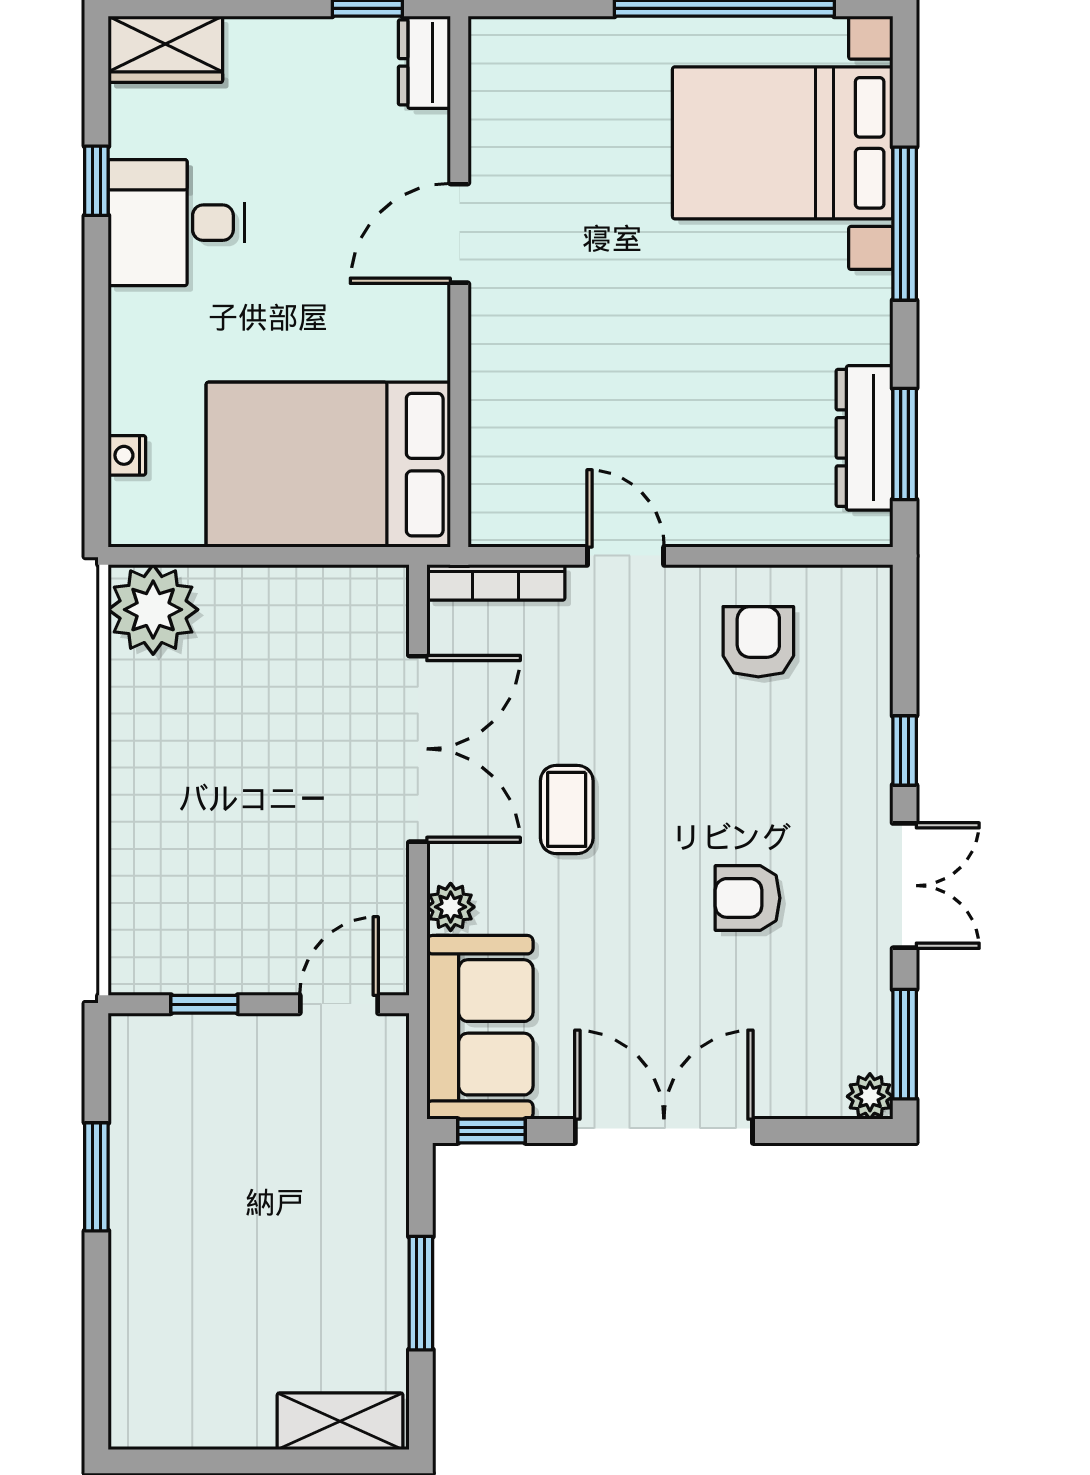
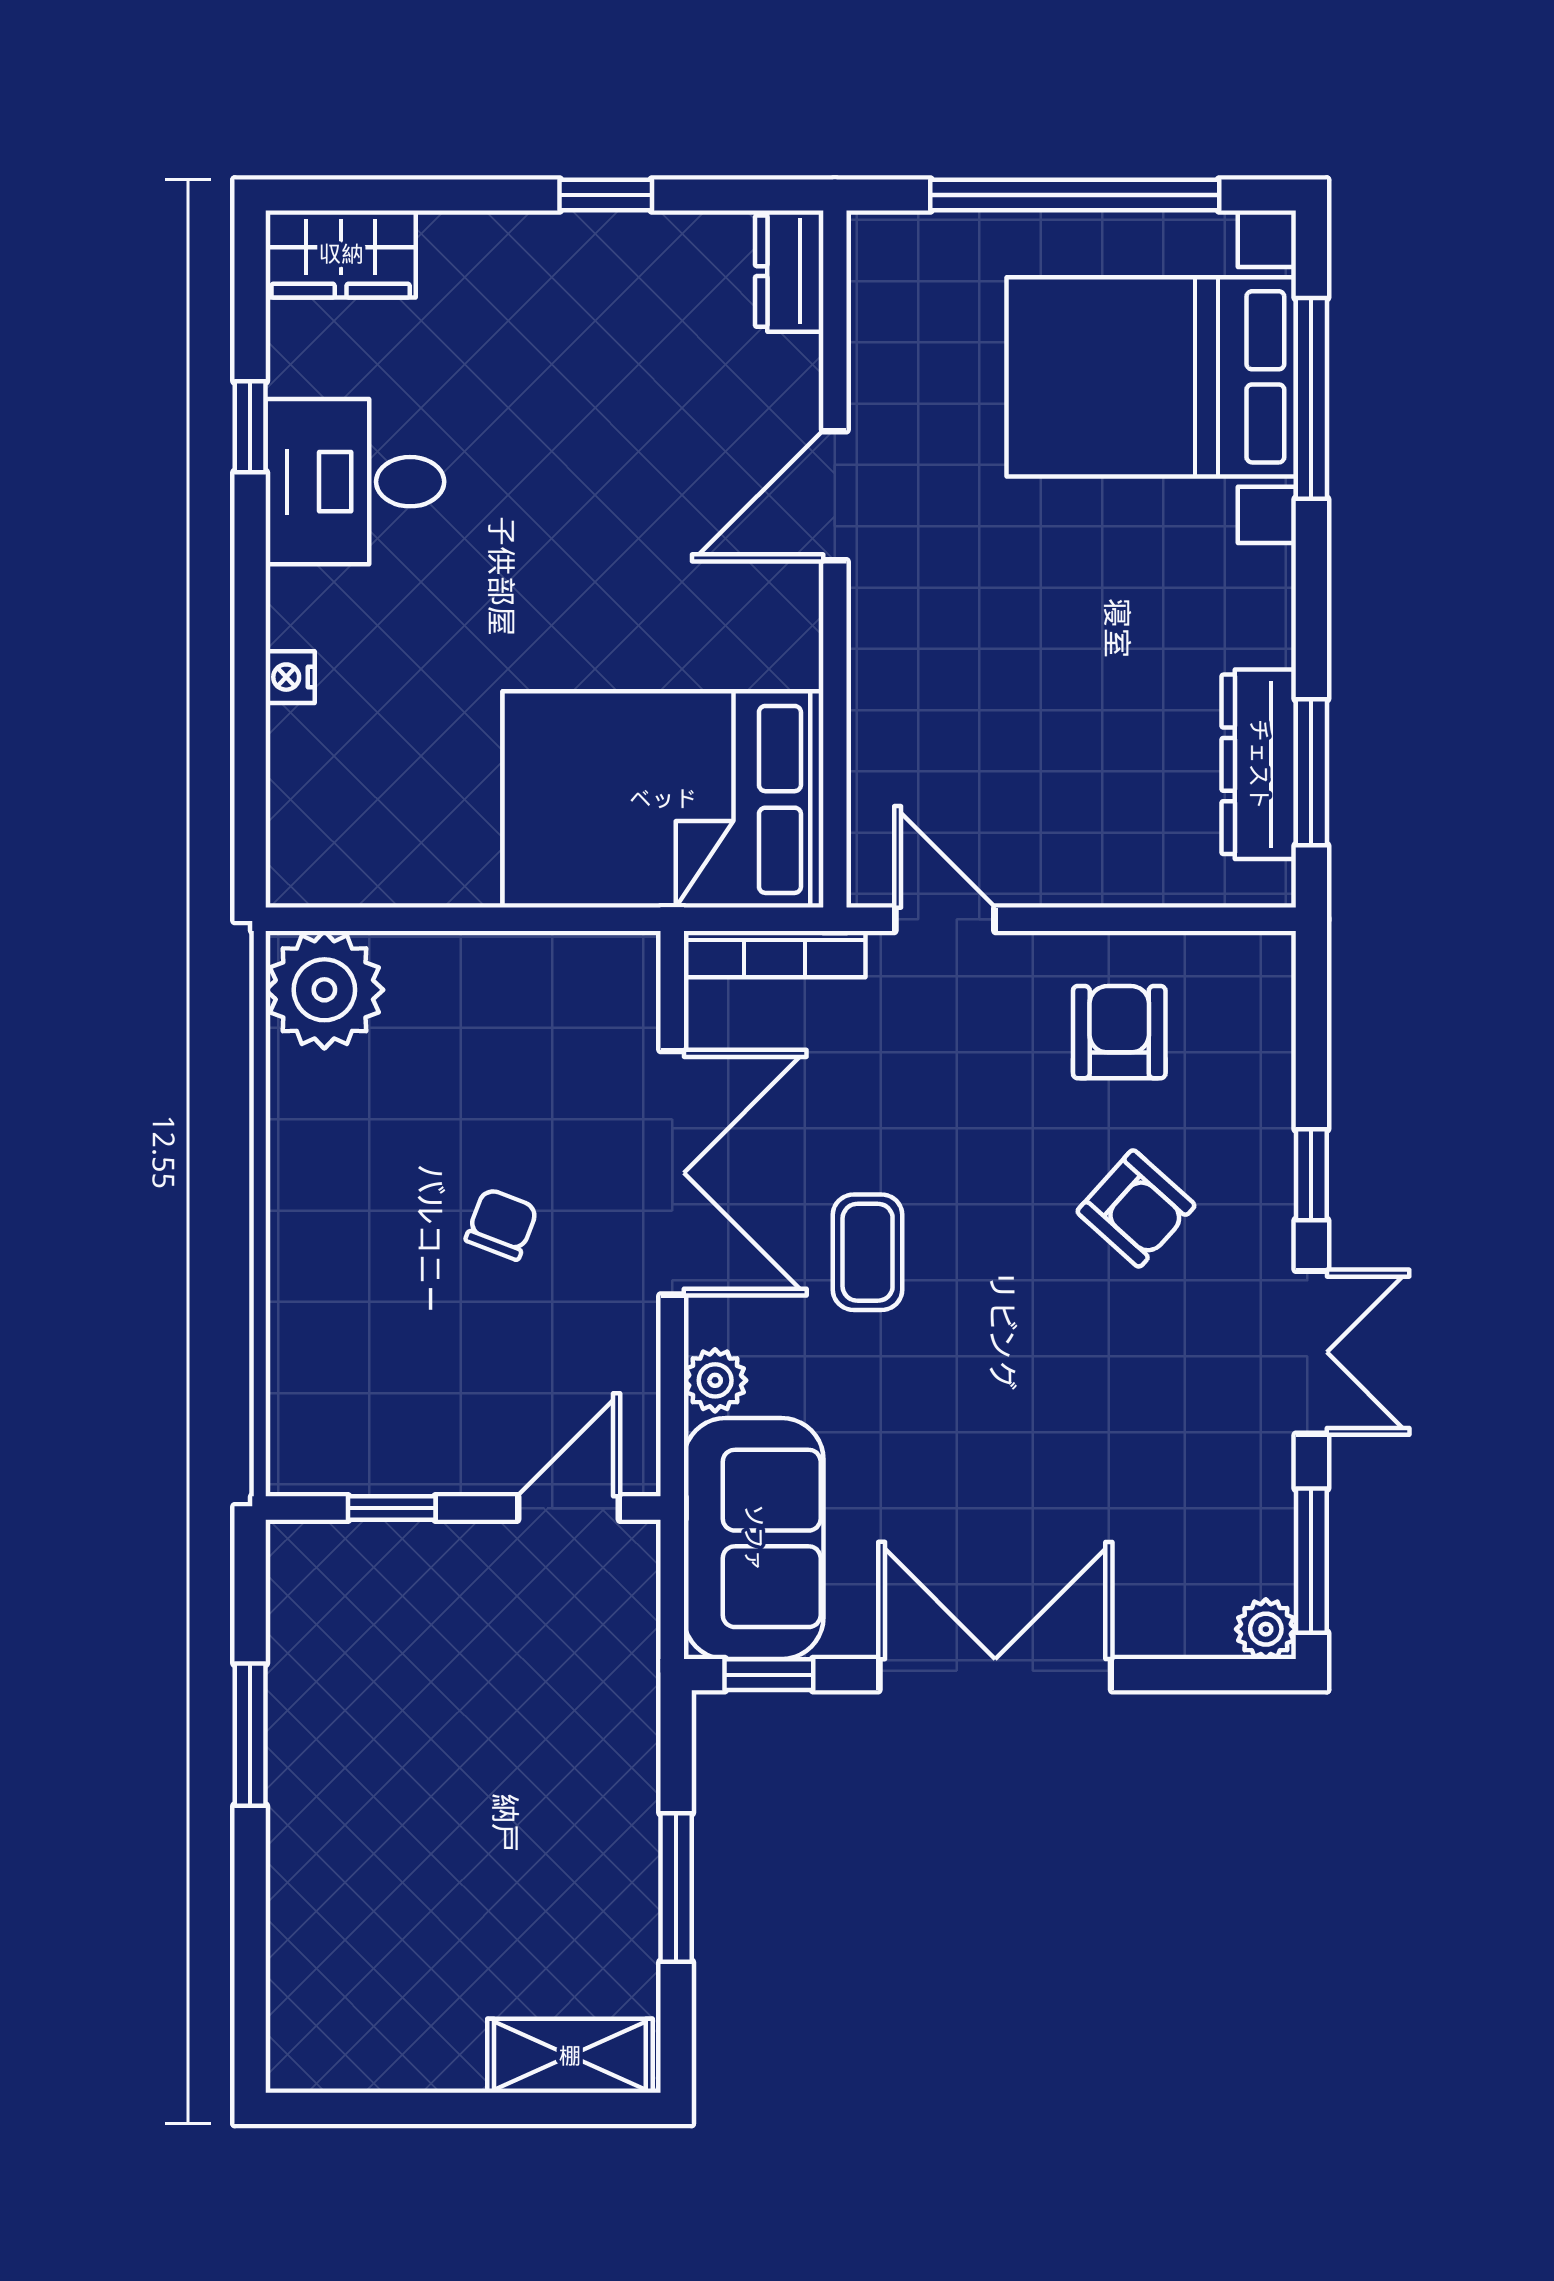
dresser: (424, 62) -> (789, 271), moved
window: (905, 224) -> (1311, 398), moved
door: (459, 233) -> (835, 496), moved
wall: (459, 282) -> (835, 559), moved
nightstand: (127, 455) -> (290, 677), moved
bed: (328, 465) -> (663, 799), moved
chair: (288, 788) -> (501, 1224), added
armchair: (748, 898) -> (1136, 1208), moved, turned -138

